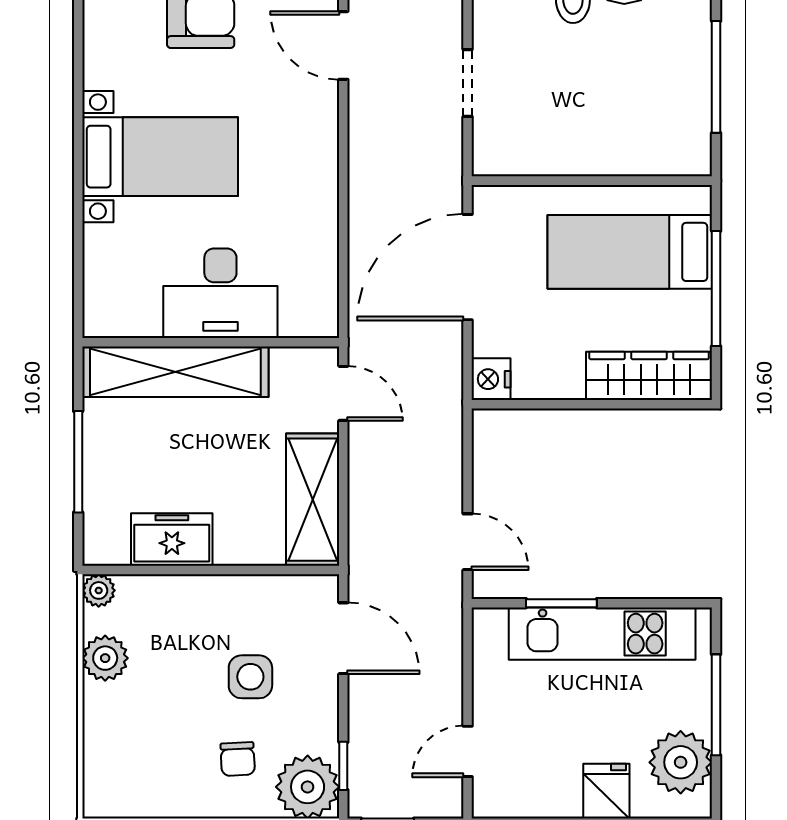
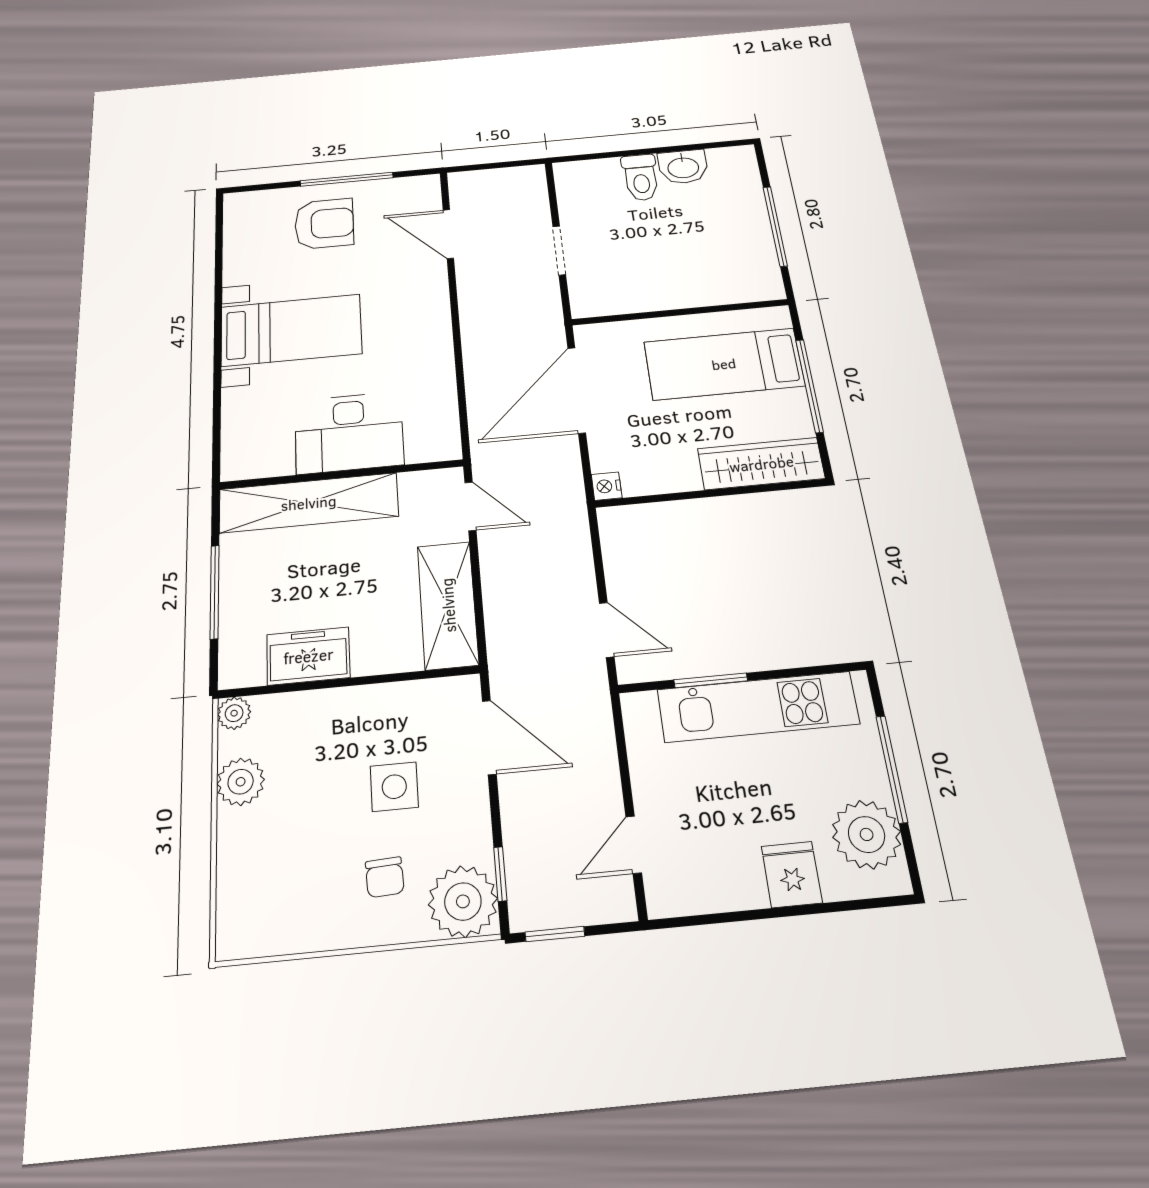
nightstand: (491, 379) -> (607, 486), width x0.72, depth x0.74

